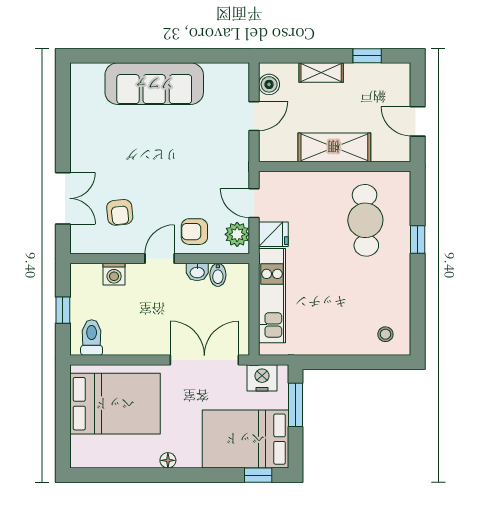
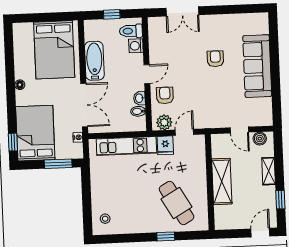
door: (418, 121) -> (260, 233), moved
armchair: (120, 212) -> (215, 59), moved, turned 96
cafe table: (365, 220) -> (177, 203), turned 62
door: (160, 259) -> (147, 74), hinge flipped
toilet: (92, 338) -> (131, 31), moved, turned 180
bathtub: (135, 341) -> (94, 61), added
nightstand: (262, 378) -> (78, 137), width x0.53, depth x0.56

